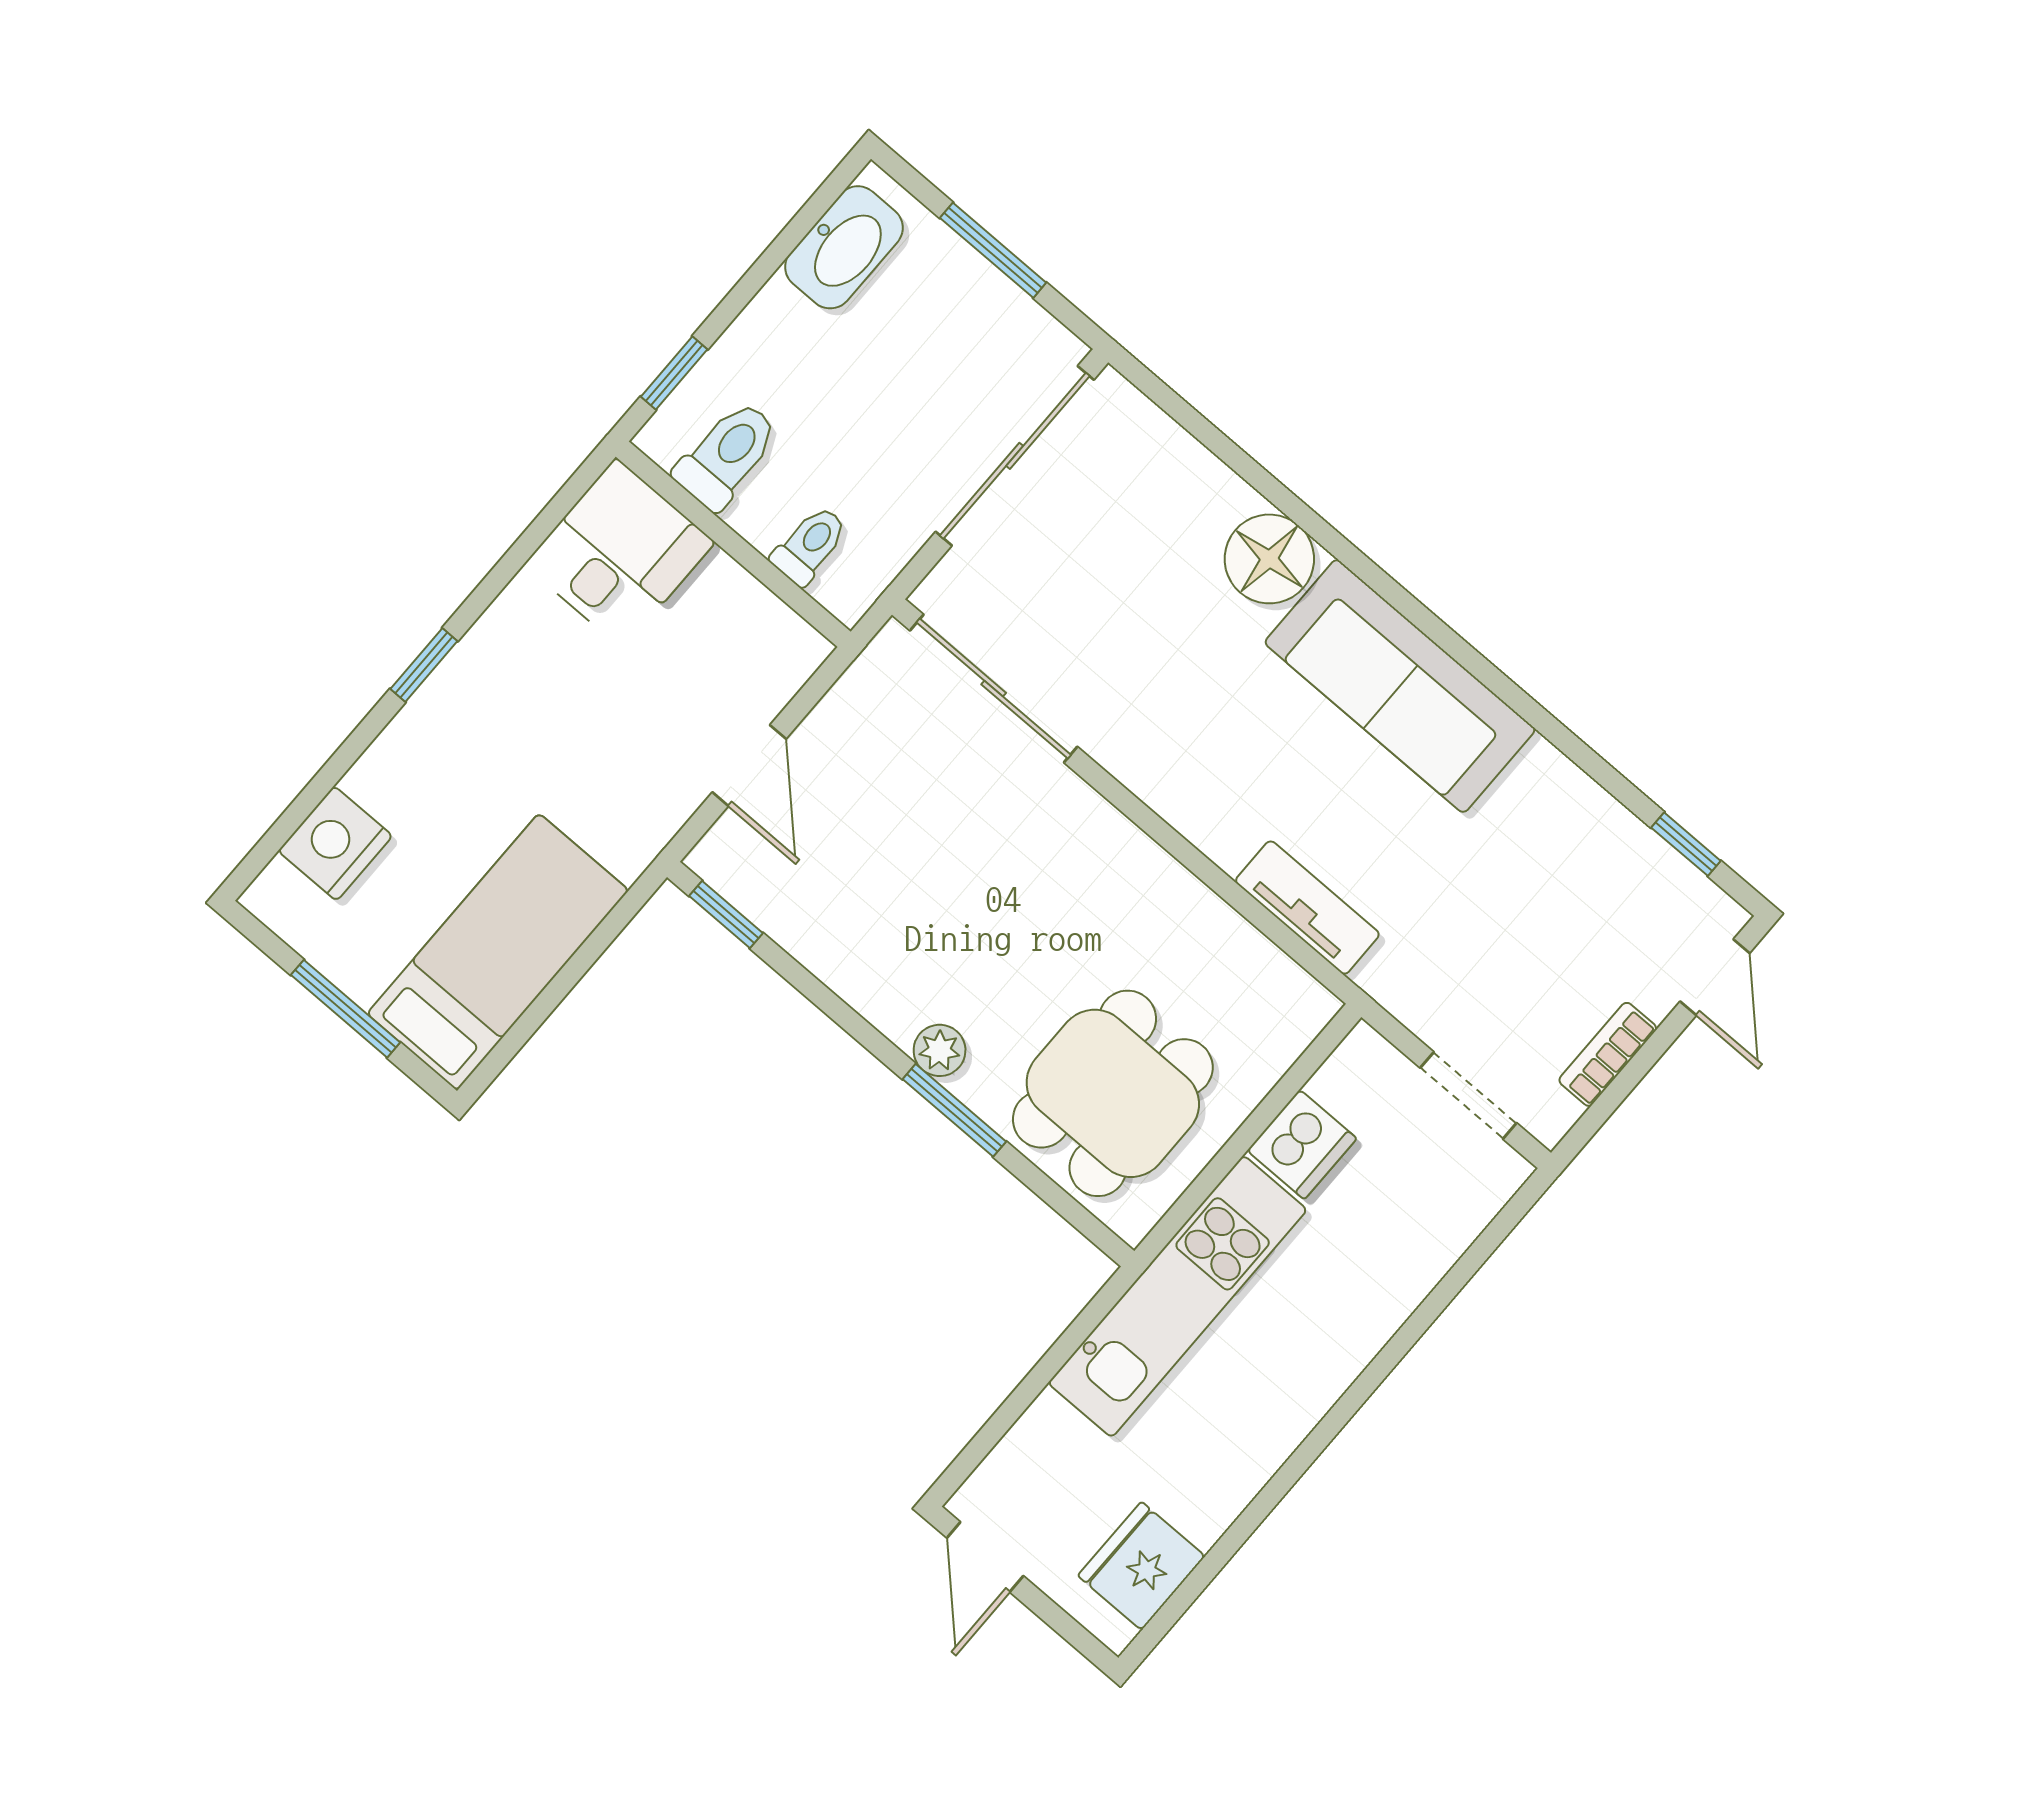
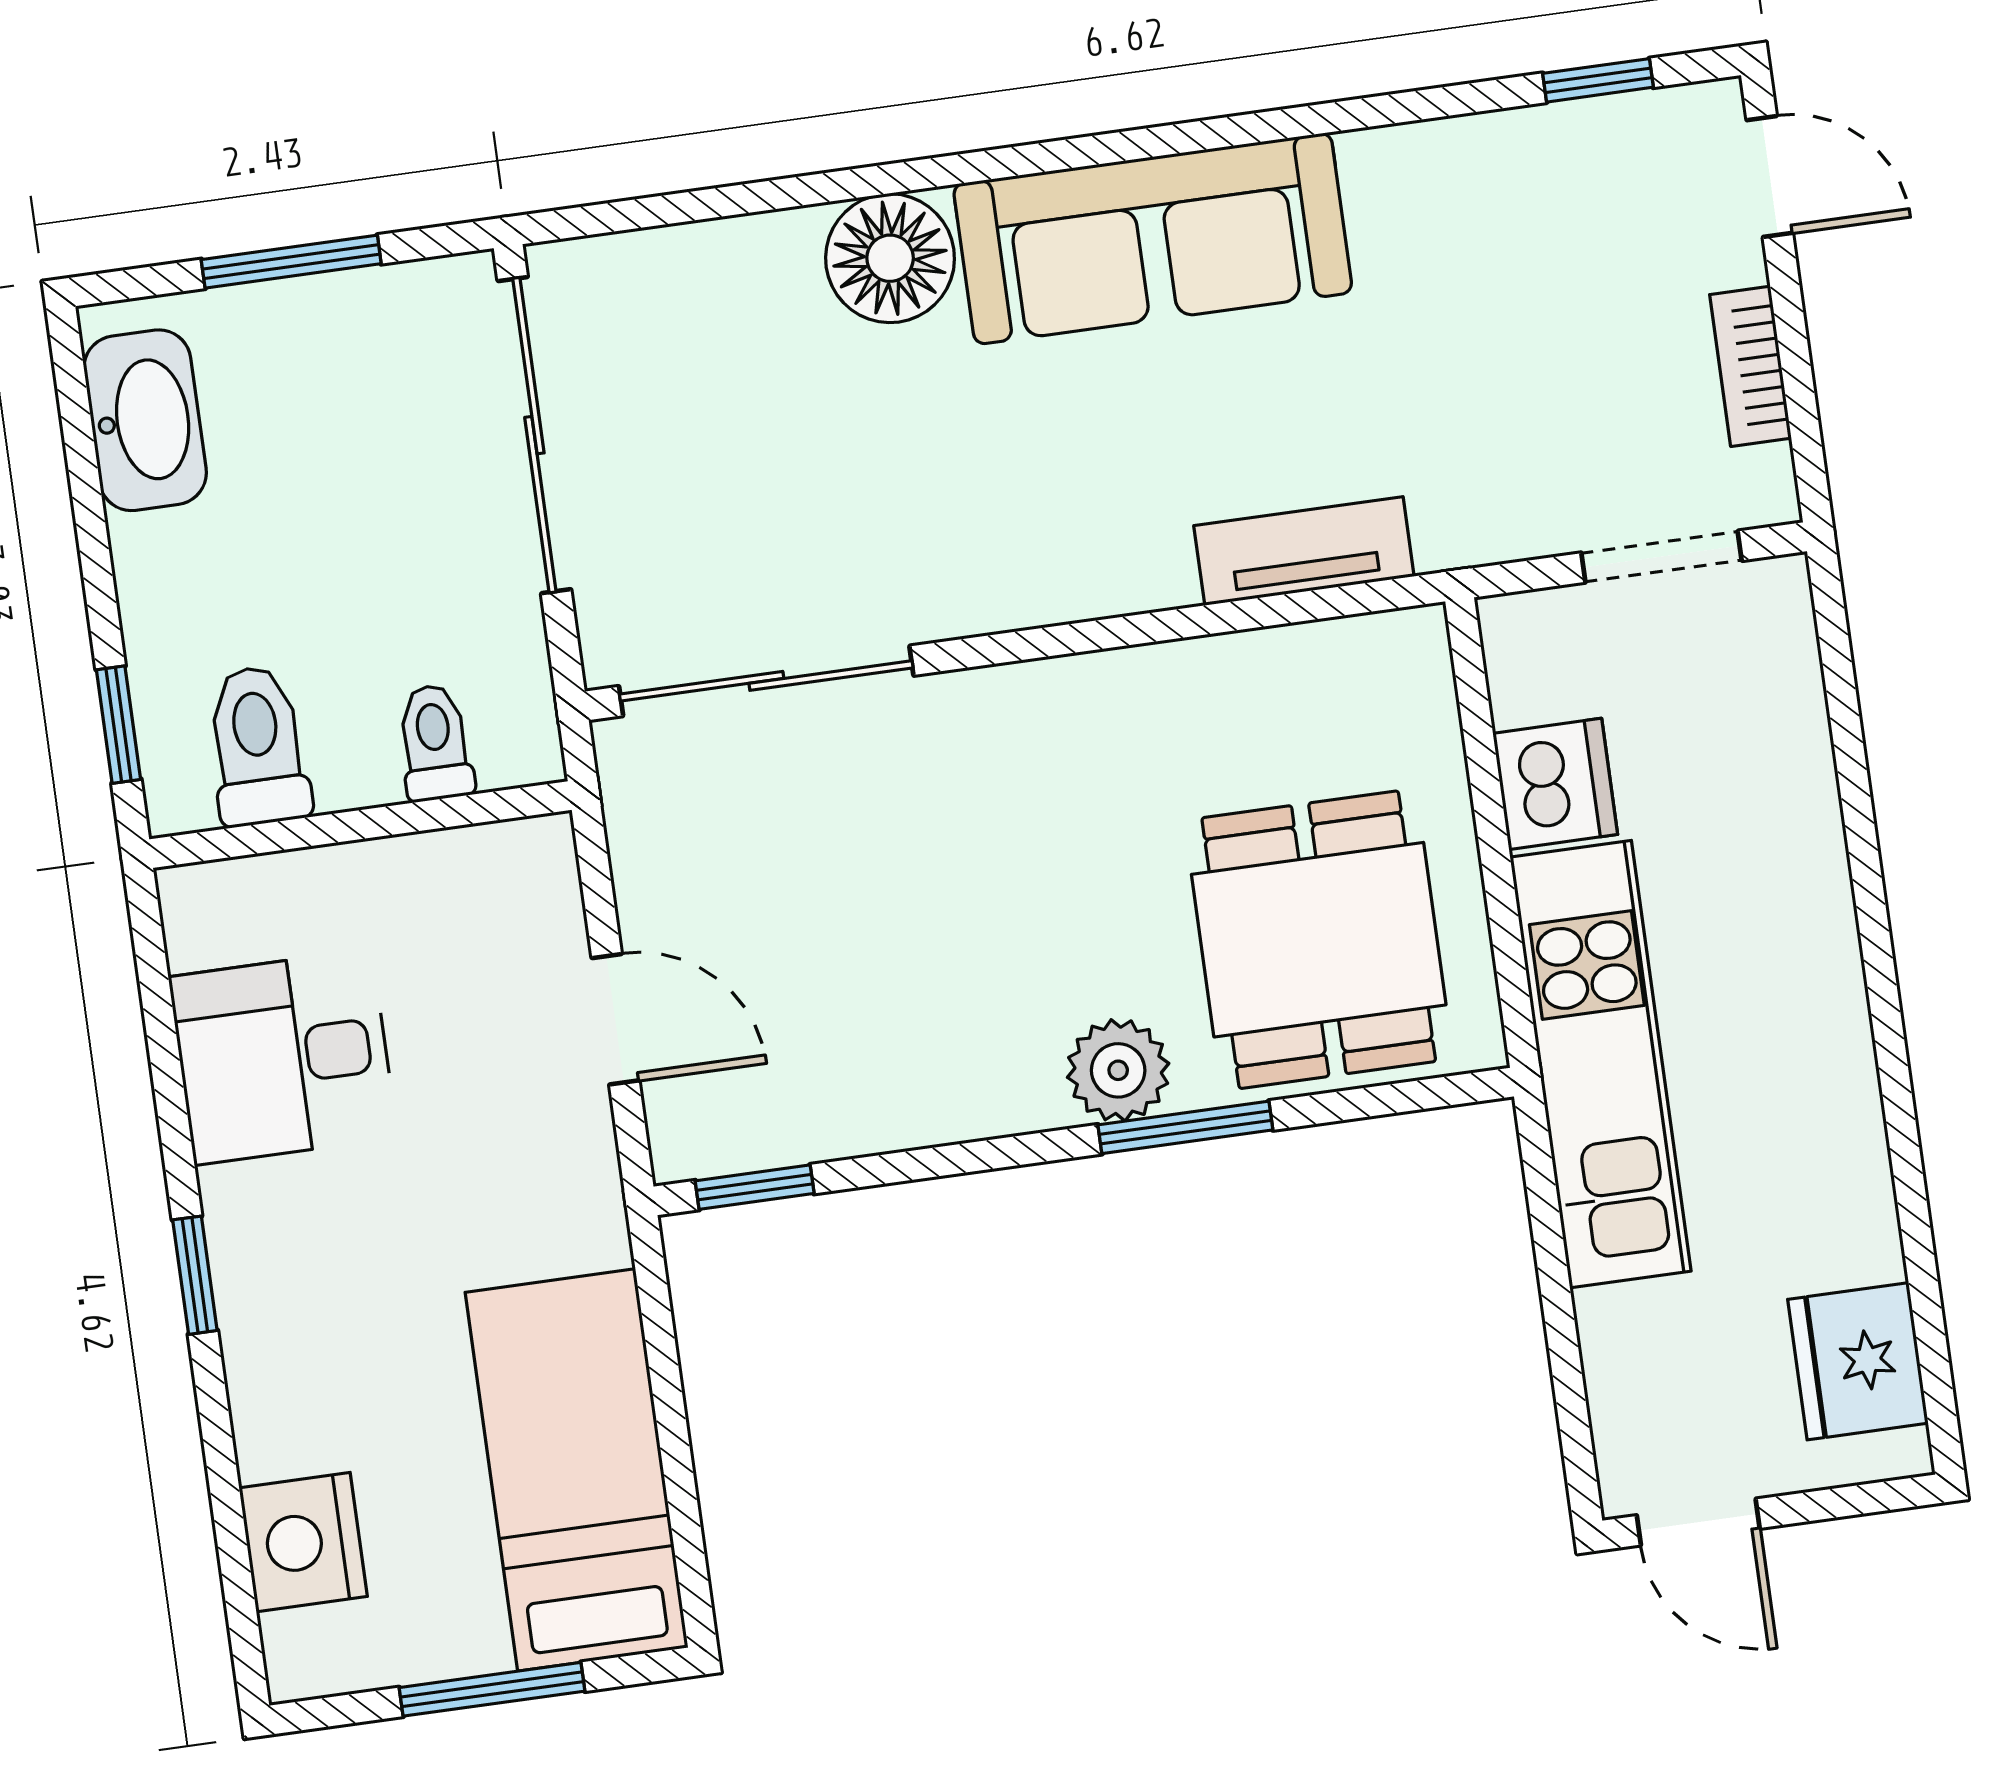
desk: (619, 553) -> (283, 1057), moved, turned -90
plant: (940, 1050) -> (1118, 1070), width x1.38, depth x1.38

